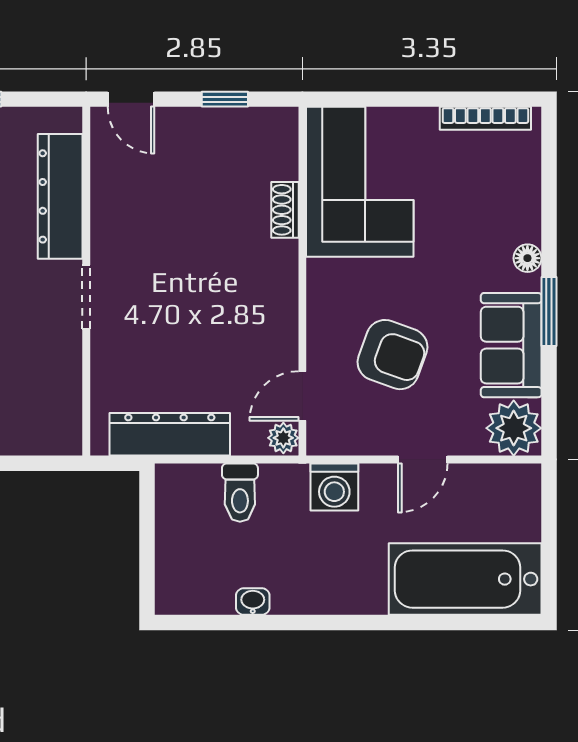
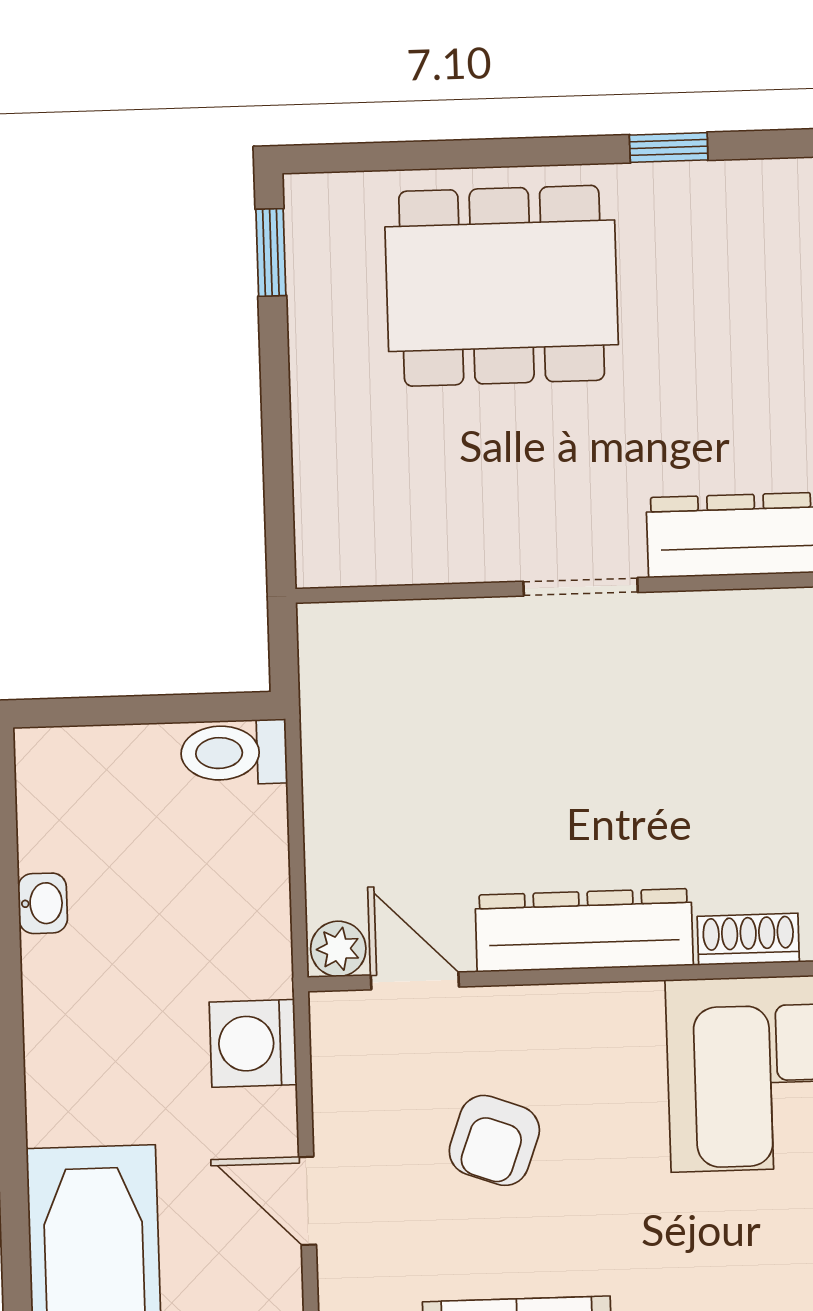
armchair: (392, 355) -> (494, 1140), width x0.72, depth x0.72
dresser: (170, 434) -> (584, 930), moved, turned -90
toilet: (240, 493) -> (234, 753), moved

